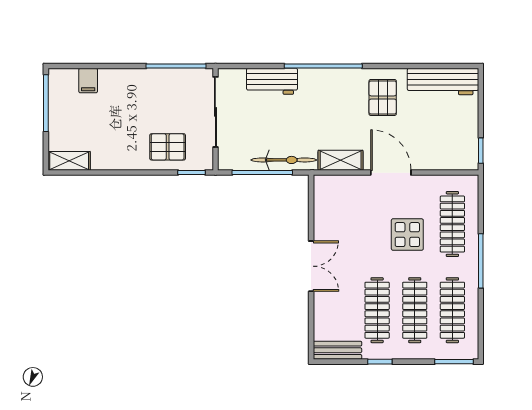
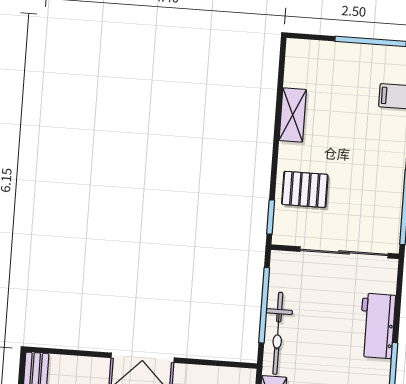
pallet: (168, 147) -> (305, 189), turned 90
shelving: (69, 161) -> (293, 115), moved

